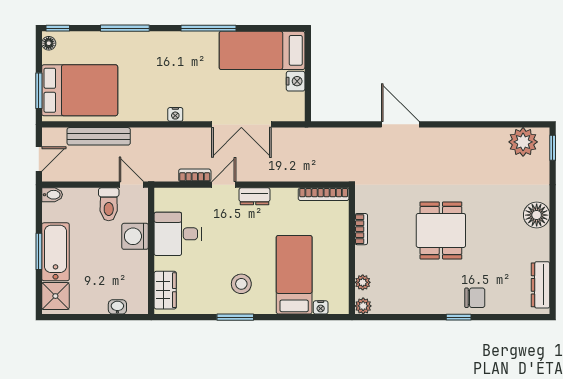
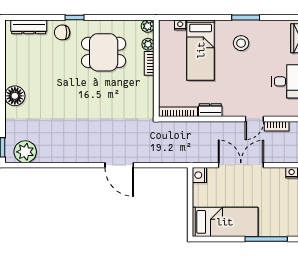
nightstand: (296, 81) -> (199, 175), moved
dresser: (255, 196) -> (210, 110), moved
bookcase: (361, 229) -> (149, 63), moved
dining table: (441, 230) -> (104, 52), moved, turned 90
dresser: (541, 285) -> (29, 27), moved, turned 90

